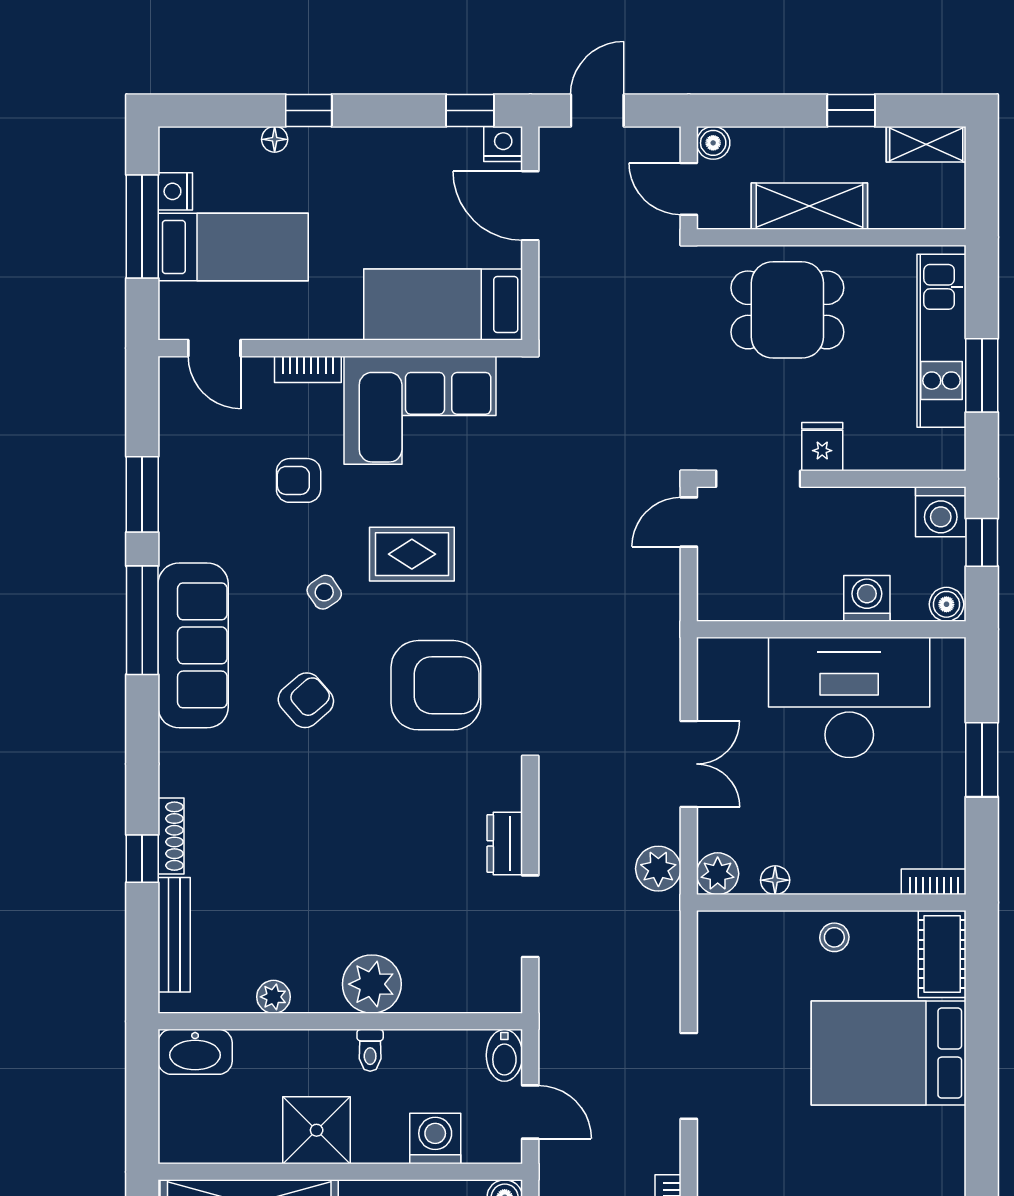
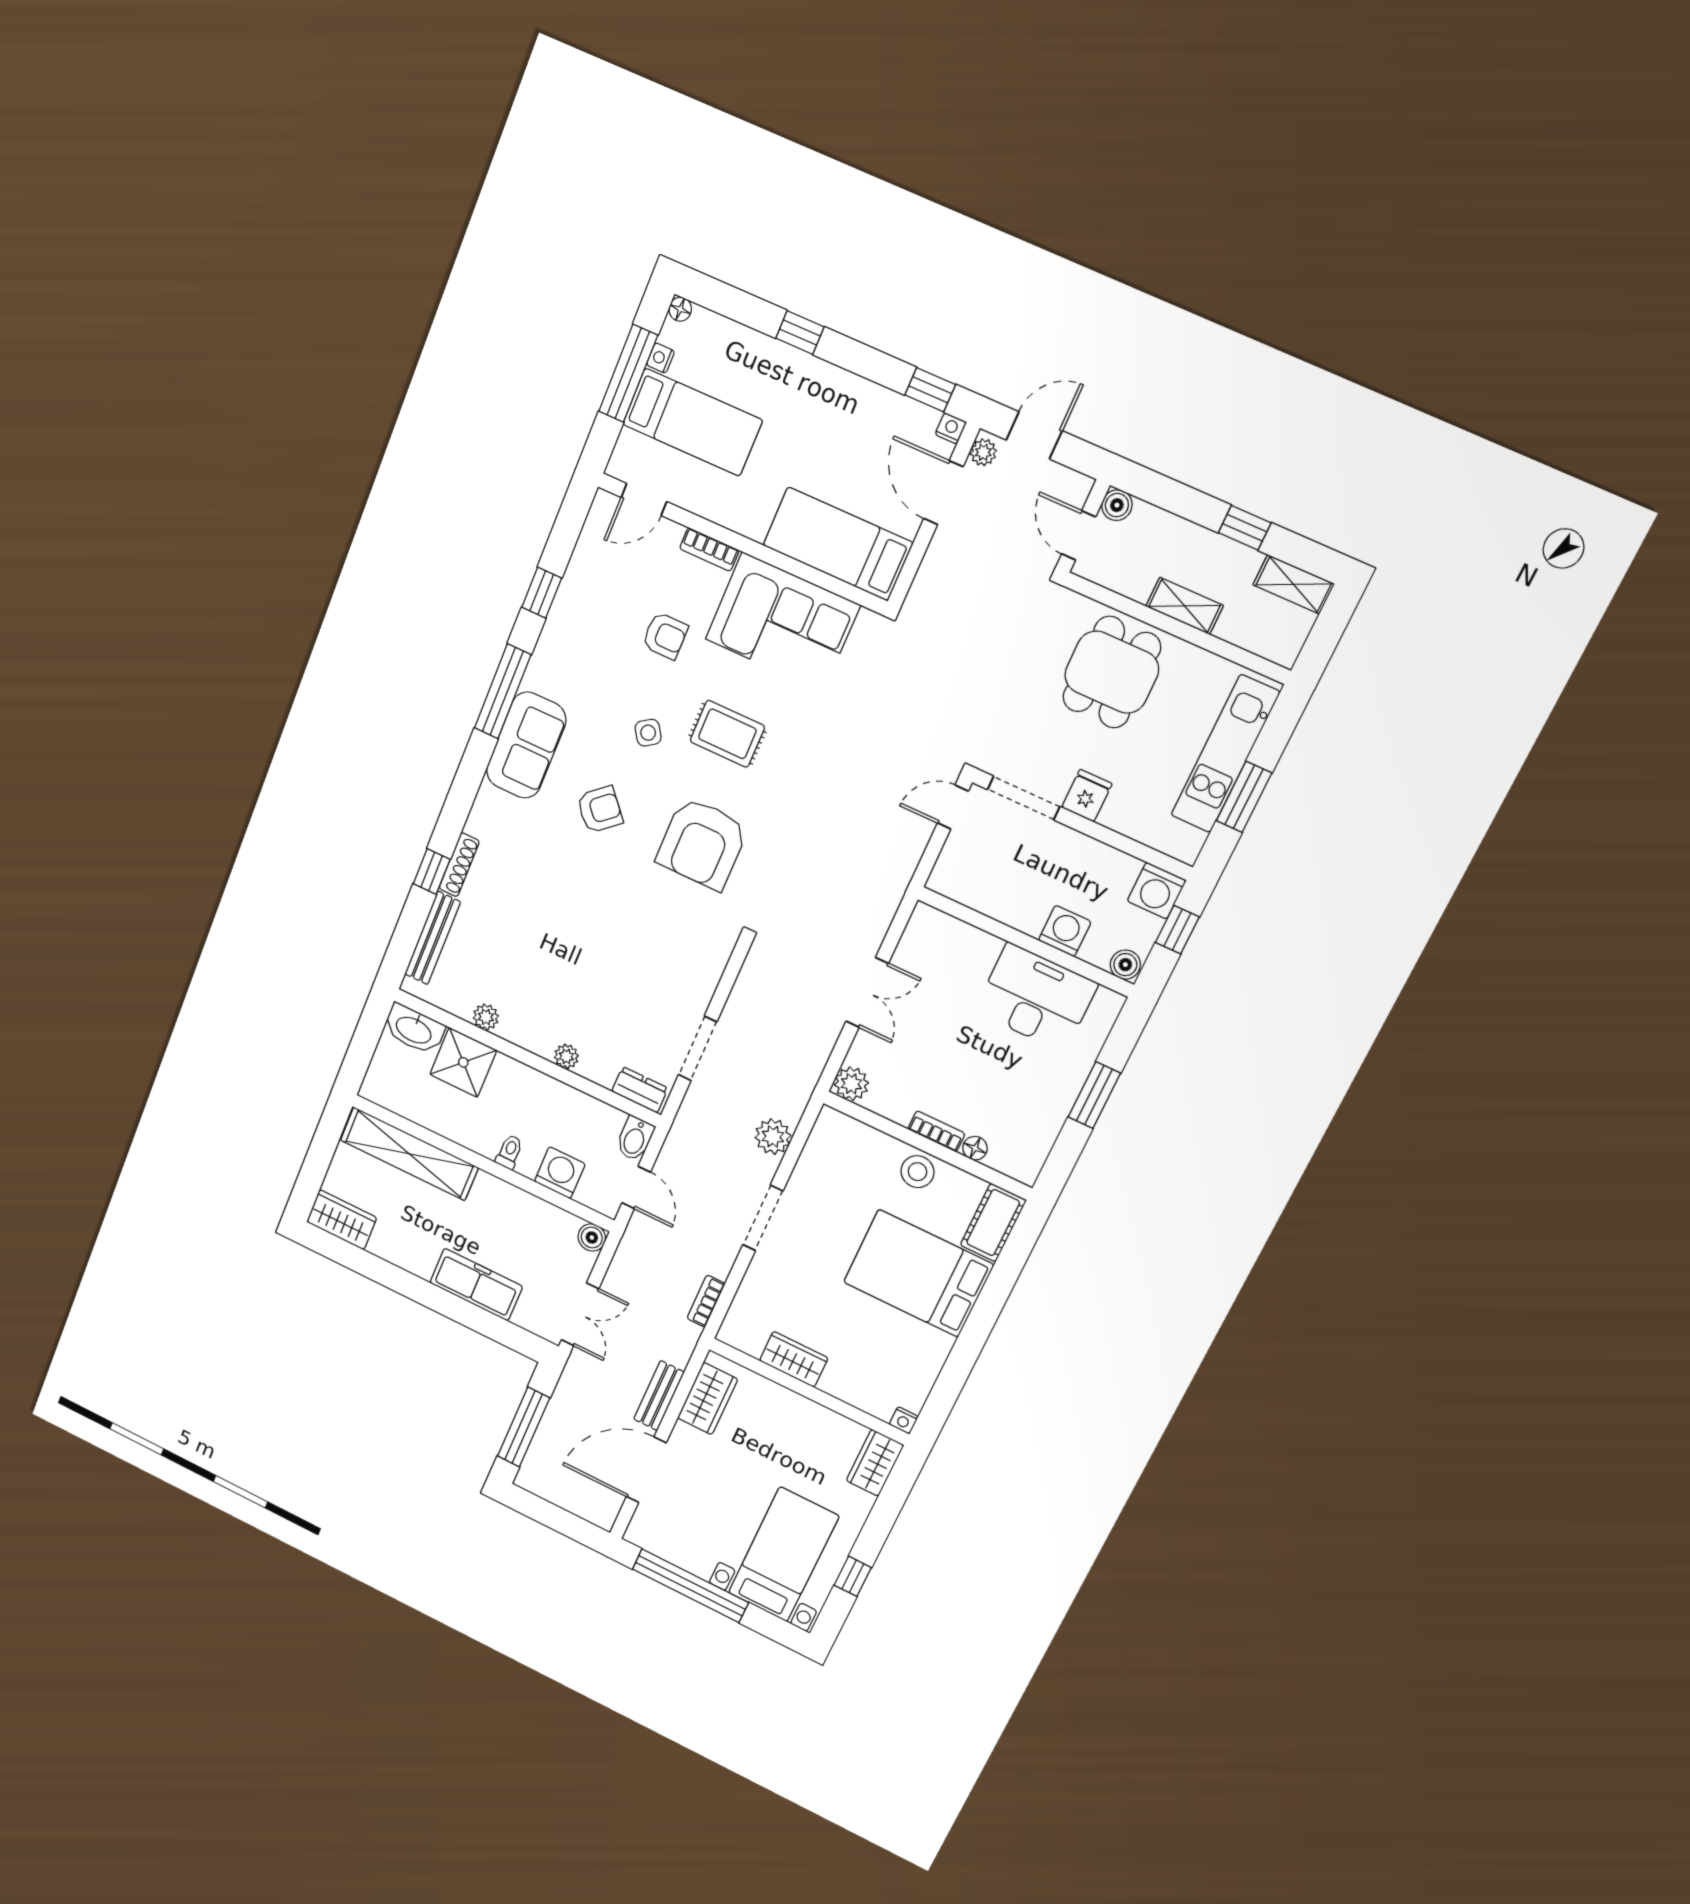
floor lamp: (275, 139) -> (680, 309), moved
nightstand: (503, 144) -> (951, 428), width x0.72, depth x0.74
plant: (553, 149) -> (983, 452), added
nightstand: (175, 191) -> (661, 358), width x0.72, depth x0.74
shelving: (809, 206) -> (1185, 606), width x0.67, depth x0.75
dining table: (787, 310) -> (1112, 672), turned 90
door: (214, 348) -> (644, 499), hinge flipped
armchair: (299, 480) -> (665, 636), turned 180
window: (142, 494) -> (542, 593), width x0.67
sofa: (193, 645) -> (526, 745), width x0.73
armchair: (436, 685) -> (702, 843), turned 90
desk: (849, 697) -> (1036, 998), width x0.73, depth x0.77
dresser: (505, 843) -> (640, 1090), moved, turned 90
plant: (658, 869) -> (773, 1137), moved
floor lamp: (775, 880) -> (975, 1148), moved
bookcase: (934, 882) -> (936, 1131), moved
stool: (834, 937) -> (917, 1172), width x1.37, depth x1.37
plant: (372, 984) -> (566, 1056), width x0.53, depth x0.53
toilet: (370, 1050) -> (509, 1152), moved, turned 180
shower: (317, 1130) -> (463, 1062), moved

